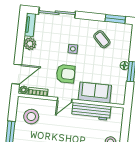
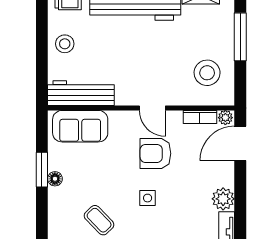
sofa: (95, 93) -> (80, 126), moved
door: (65, 100) -> (152, 108), swing flipped
workbench: (91, 111) -> (81, 93), moved

